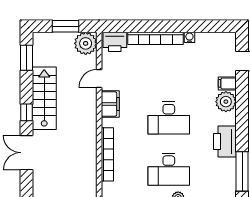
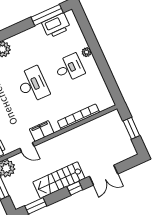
printer: (225, 141) -> (56, 26), moved
desk: (169, 169) -> (69, 68), width x0.73

